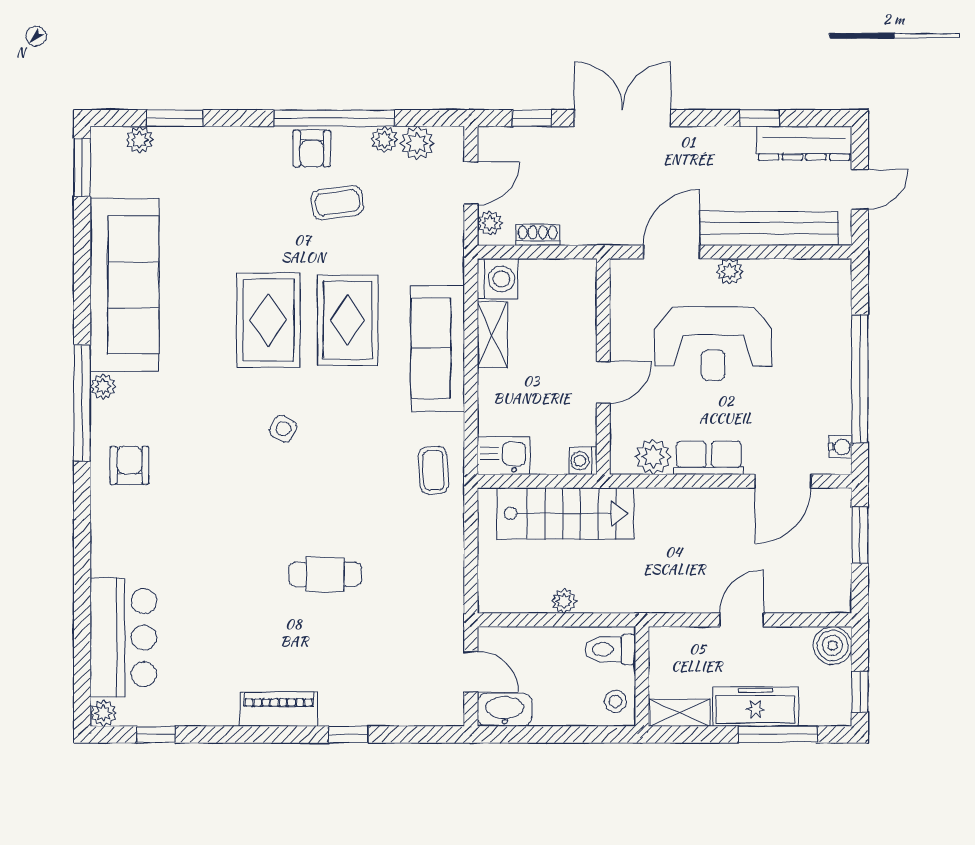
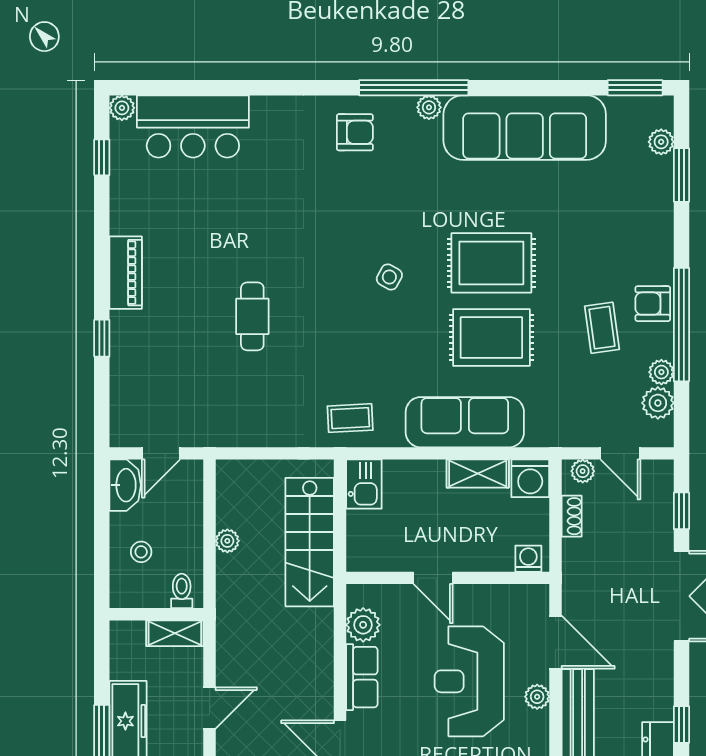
washing machine: (583, 461) -> (528, 559), moved
door: (742, 620) -> (210, 708), hinge flipped
toilet: (610, 650) -> (182, 591), width x0.73, depth x0.72
stool: (615, 701) -> (141, 552), moved
shelving: (680, 713) -> (175, 633), moved, turned 90

